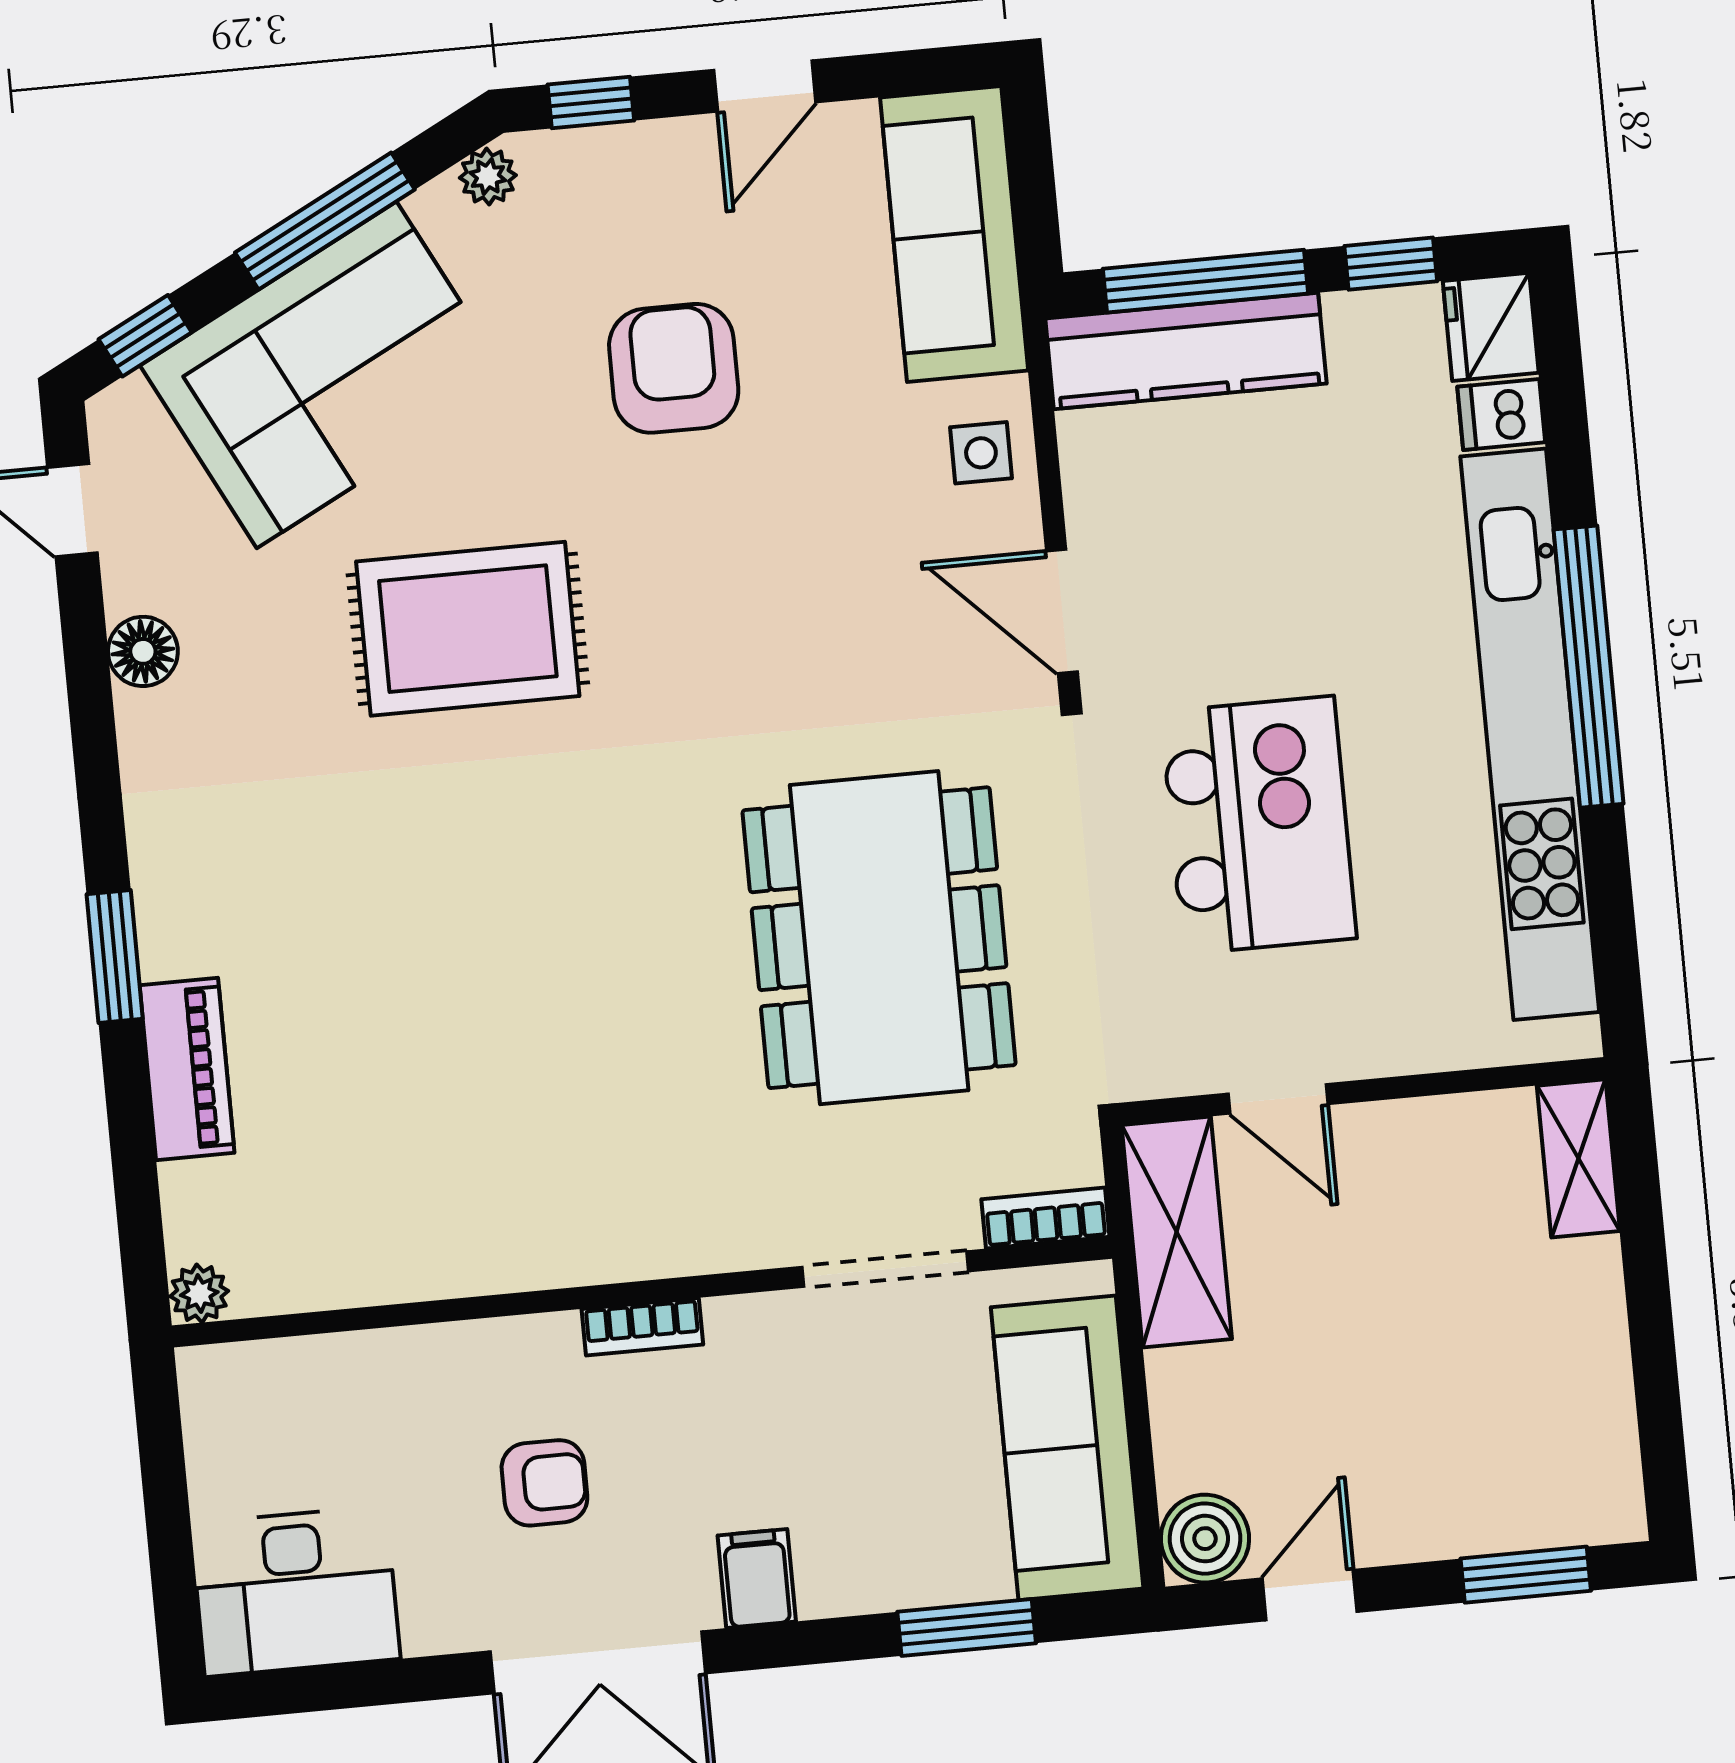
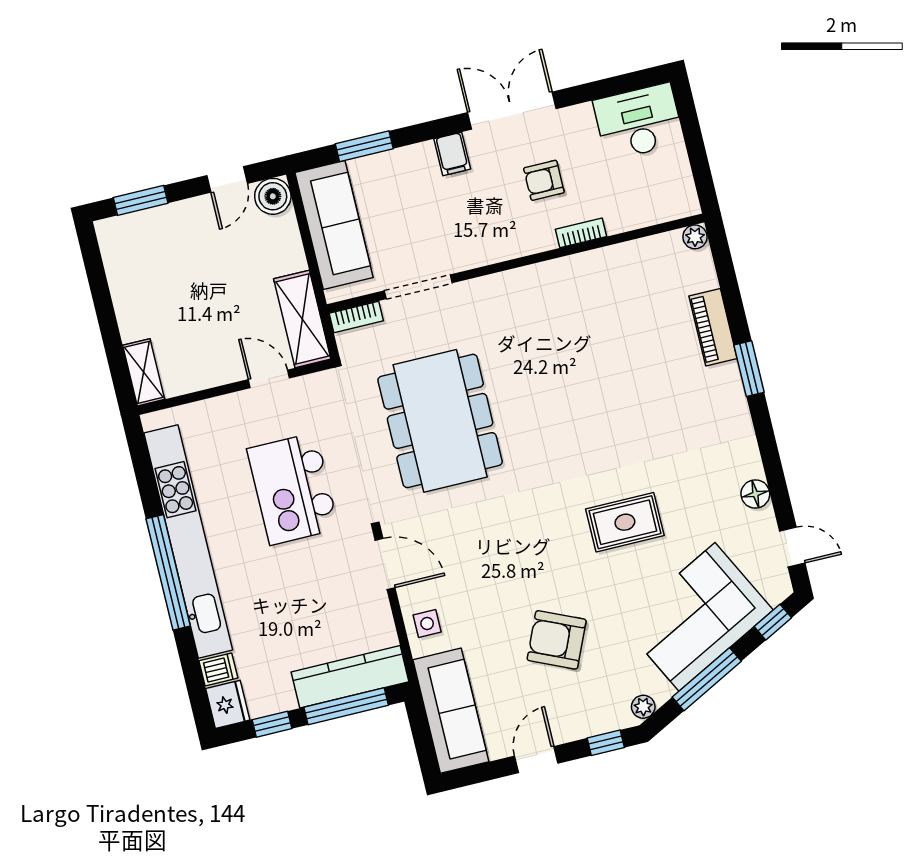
armchair: (674, 368) -> (557, 640), turned 114
rug: (468, 629) -> (625, 522), width x0.73, depth x0.70
bookcase: (642, 1327) -> (581, 233), moved

